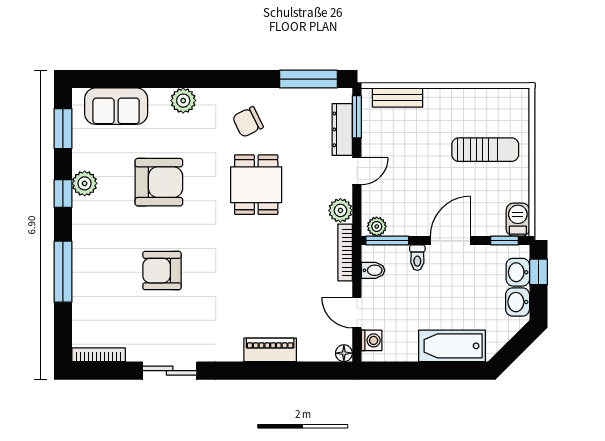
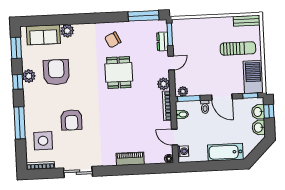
bench: (398, 98) -> (247, 21), moved
plant: (183, 101) -> (67, 31), moved
dresser: (342, 129) -> (162, 41), width x0.70
armchair: (159, 182) -> (56, 72), moved, turned -90
barbecue: (518, 220) -> (253, 77), width x1.88, depth x1.53
door: (450, 241) -> (222, 97), swing flipped
armchair: (162, 271) -> (71, 120), turned -90
side table: (106, 308) -> (43, 141), added

